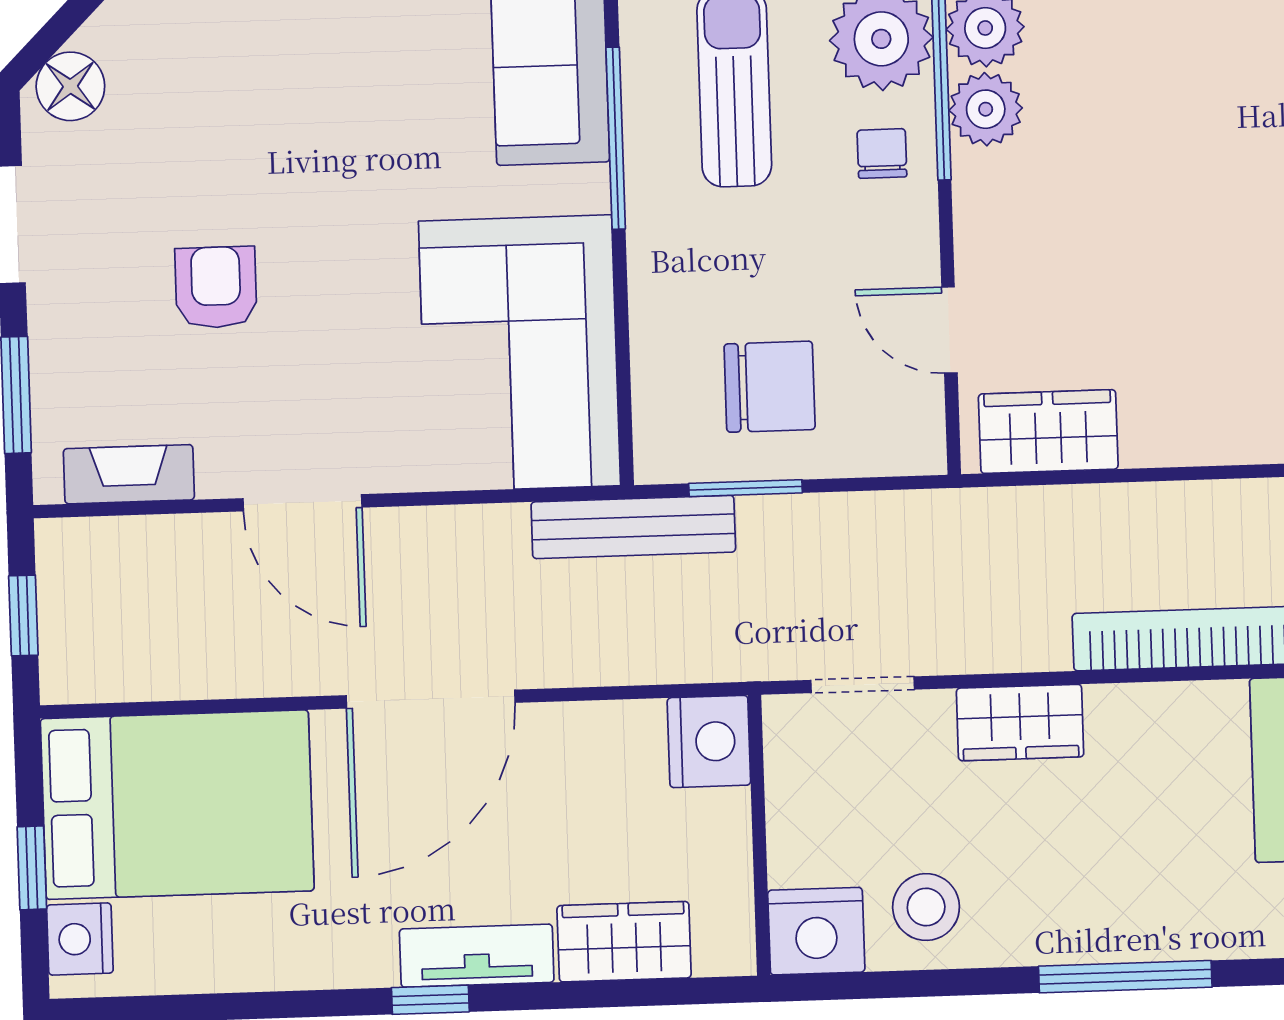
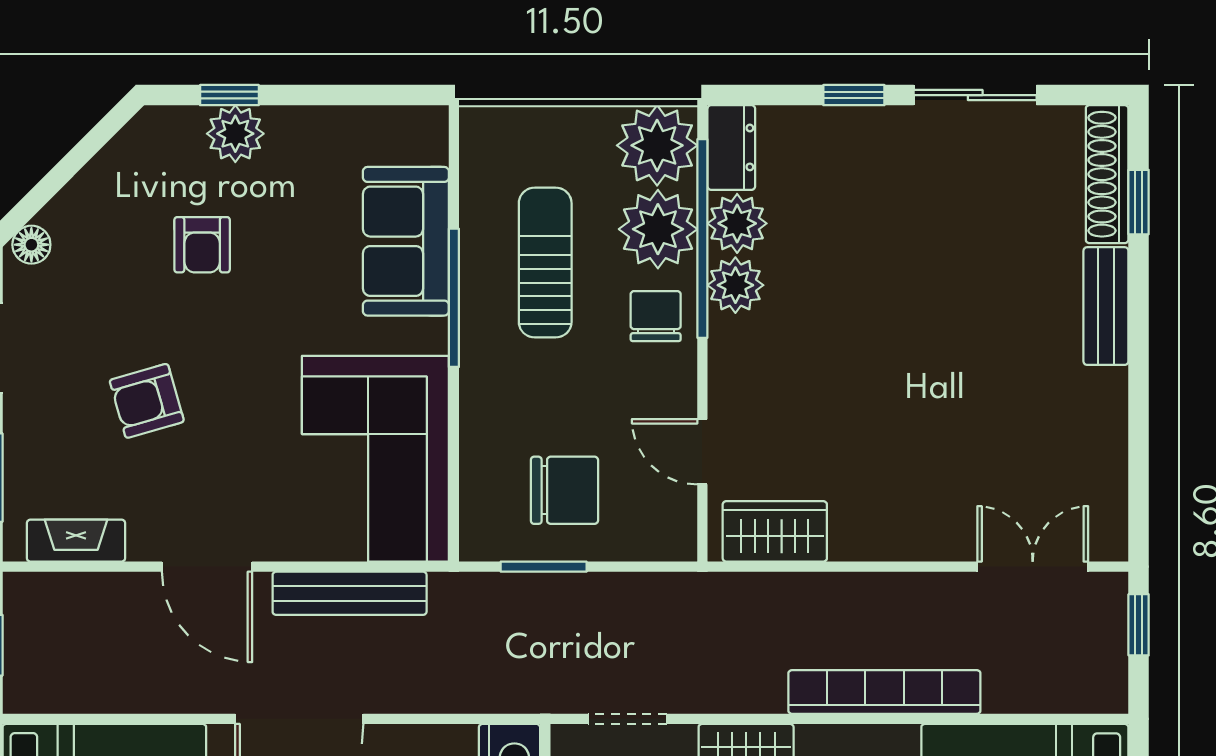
armchair: (282, 79) -> (202, 245), added
floor lamp: (70, 86) -> (31, 245), width x0.73, depth x0.73
chair: (882, 153) -> (656, 316), width x1.37, depth x1.37
armchair: (216, 287) -> (147, 401), turned -106
bench: (633, 527) -> (350, 593), moved

